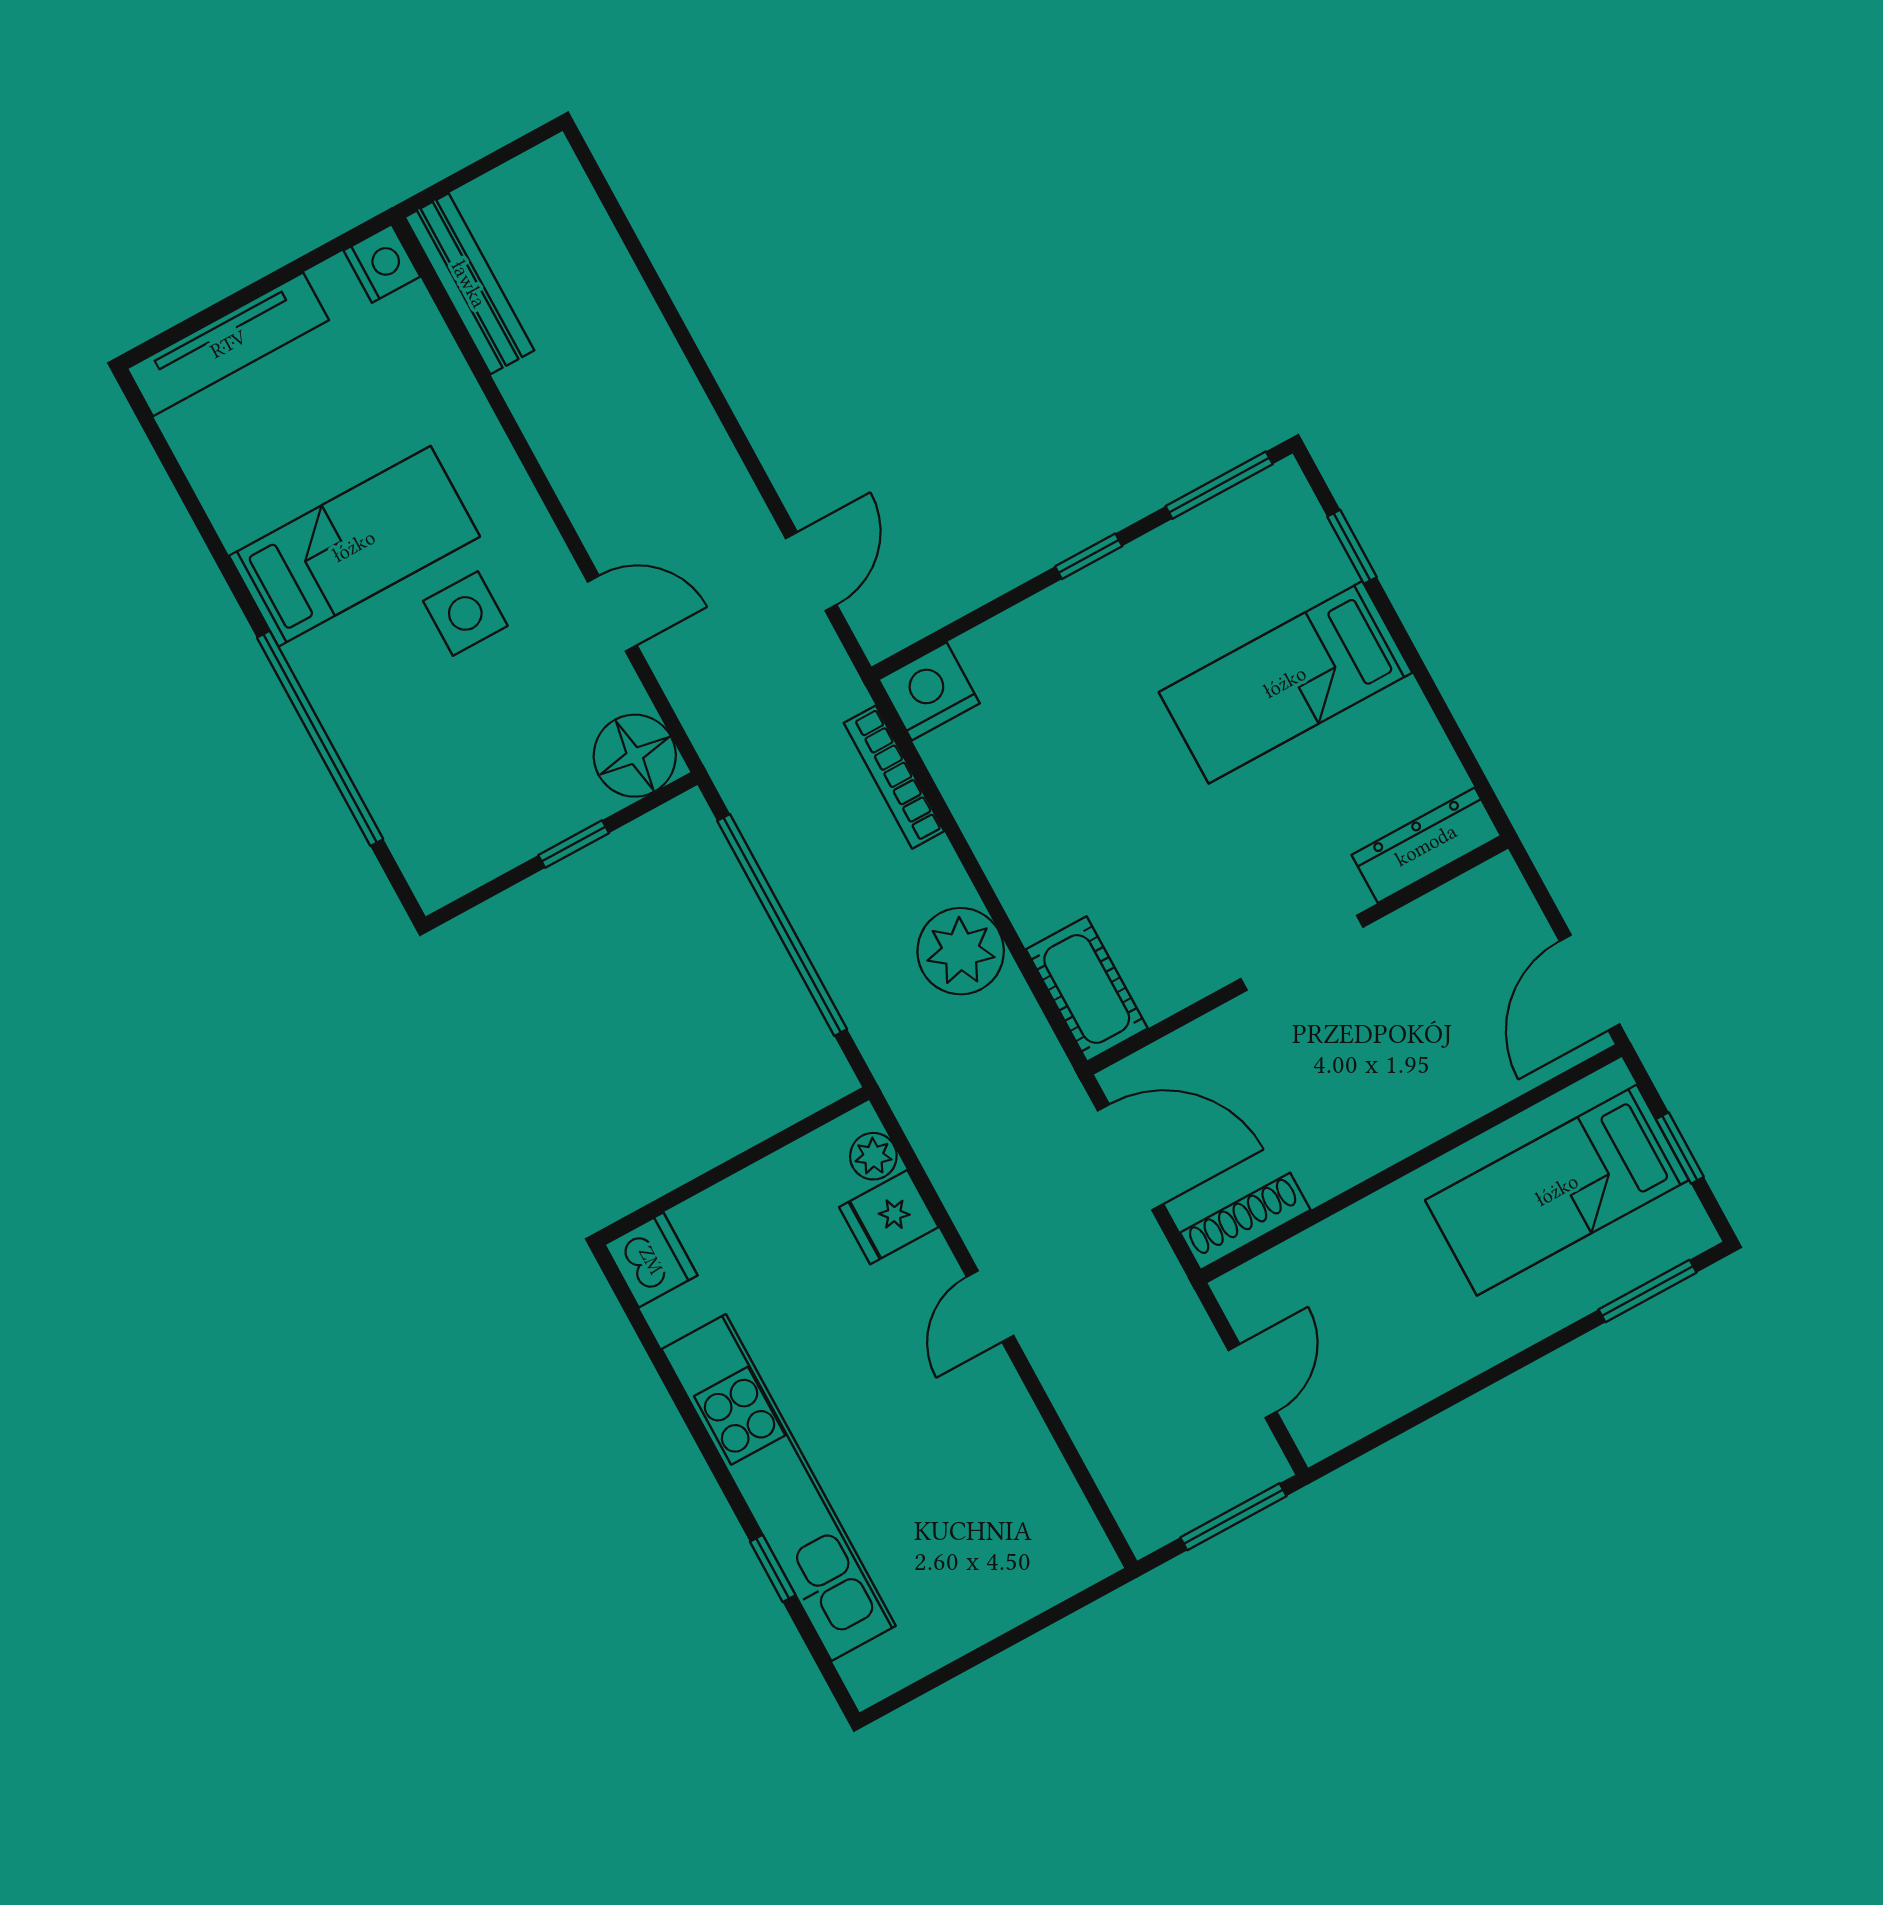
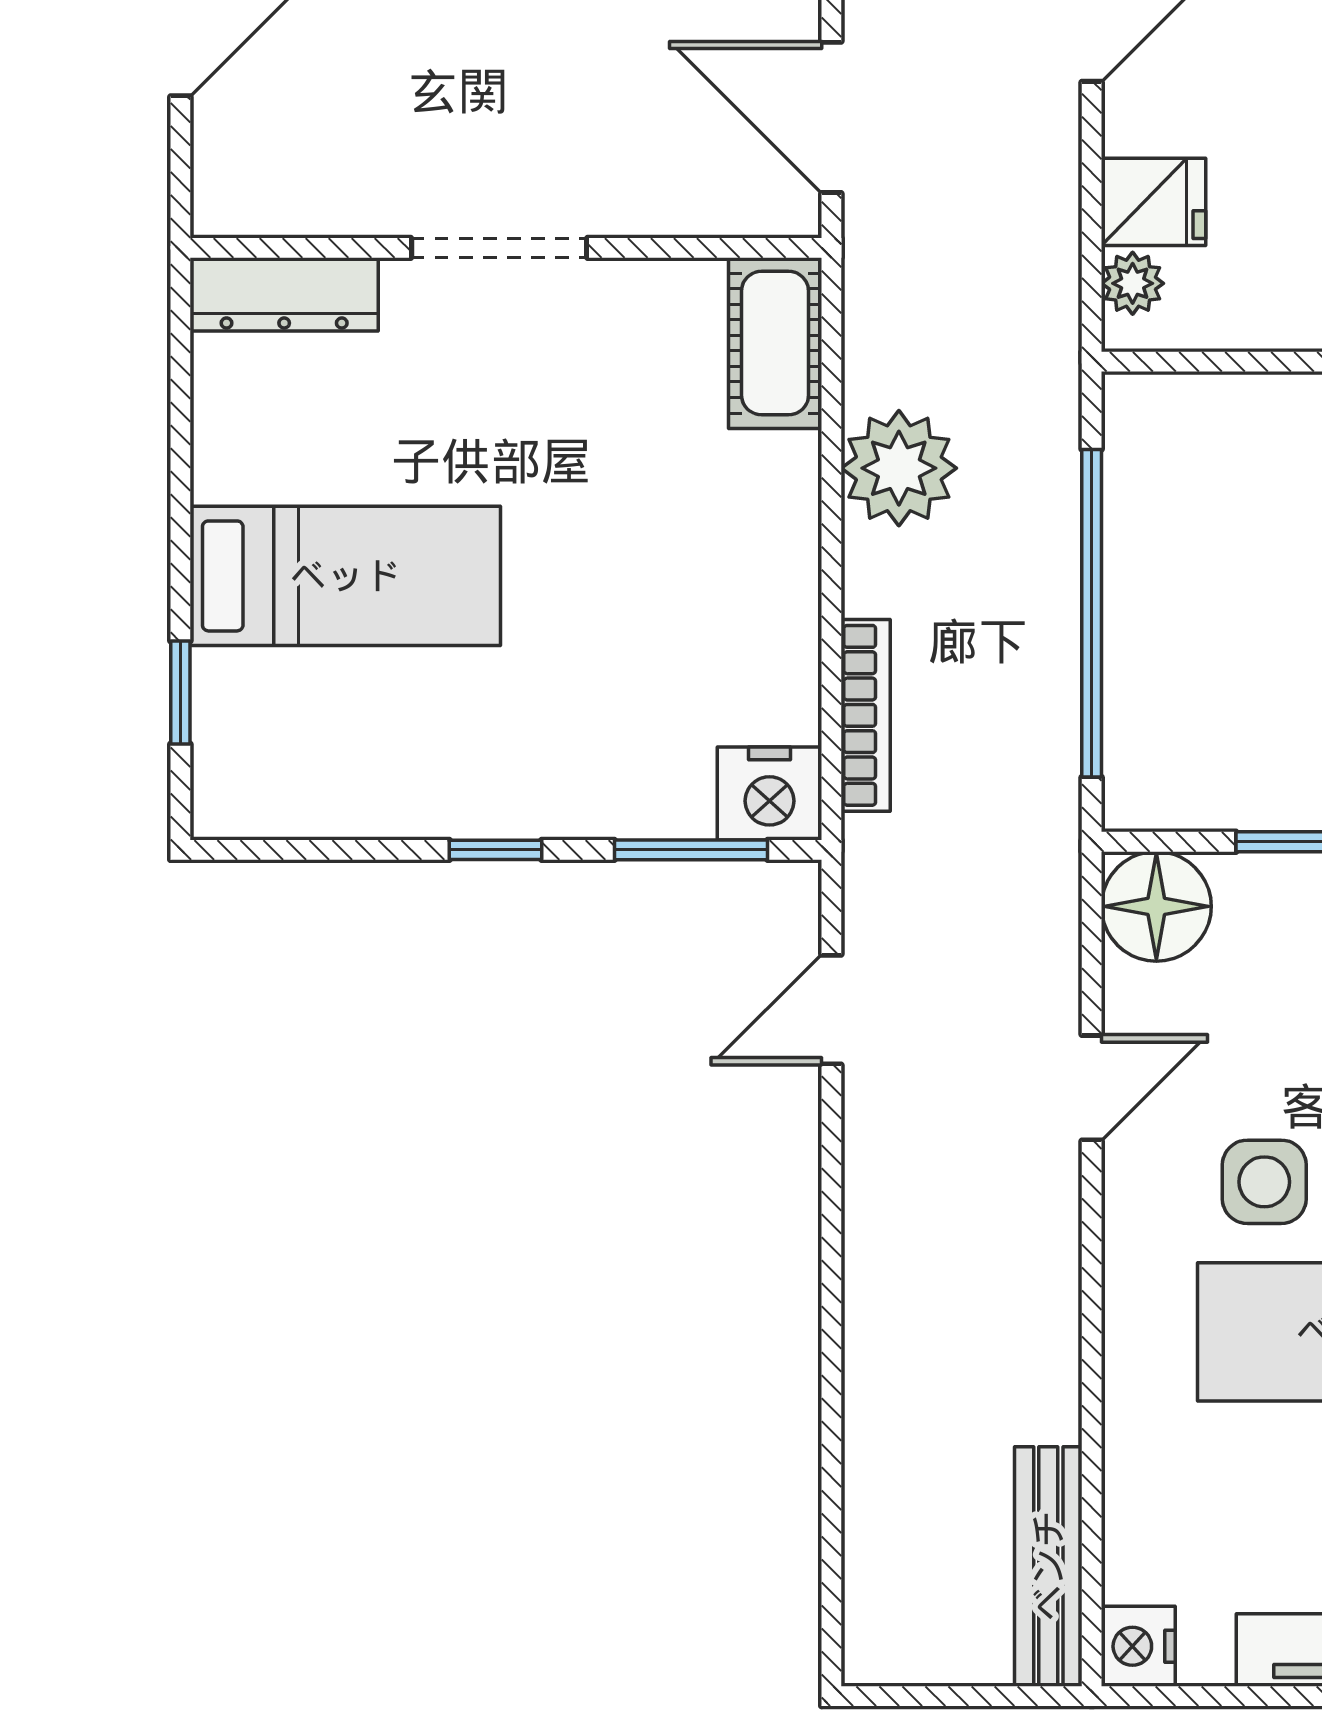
window: (1219, 485) -> (691, 850), moved
door: (612, 613) -> (1092, 1088), swing flipped

